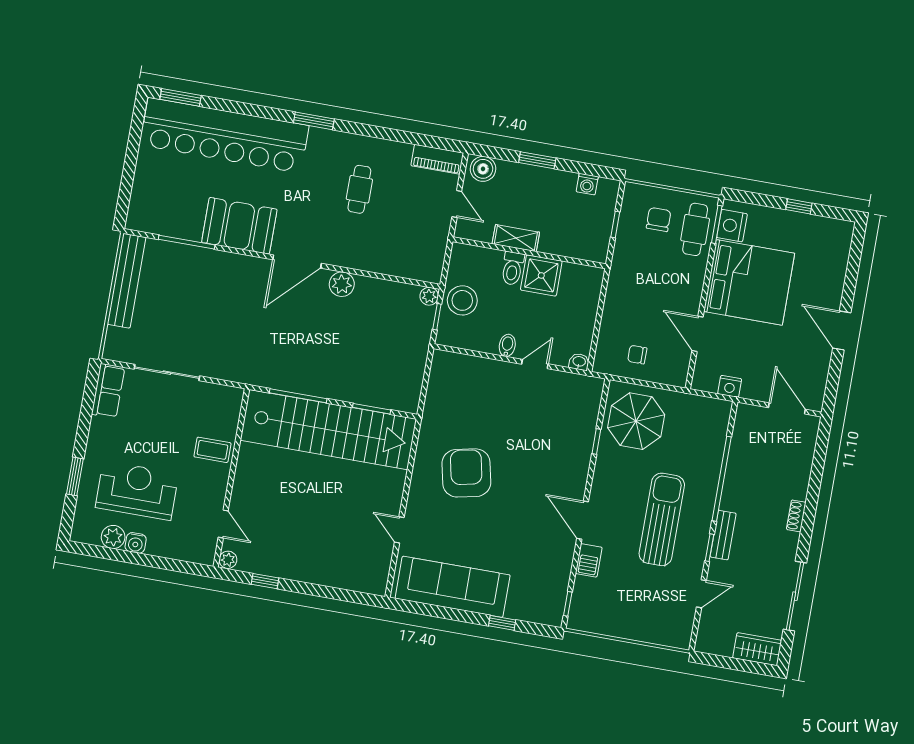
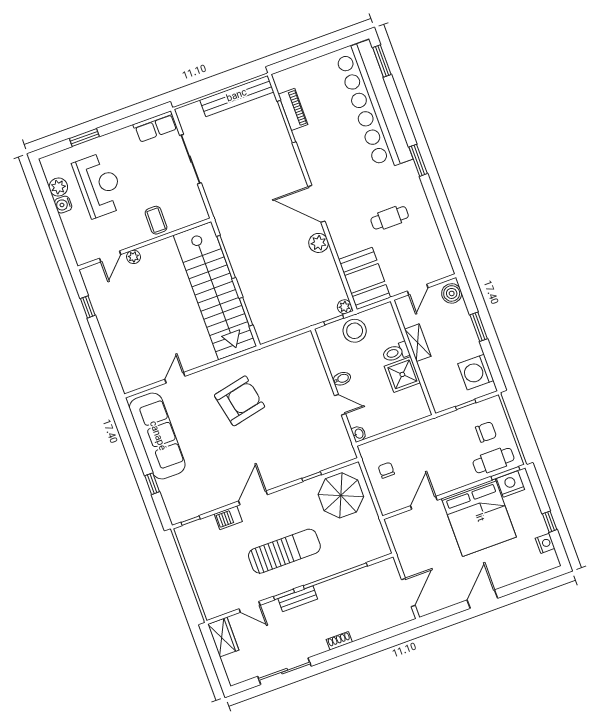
piano: (437, 159) -> (293, 109), moved, turned 180
washing machine: (587, 184) -> (476, 372), width x1.89, depth x1.89
booth: (239, 226) -> (364, 278), moved
nightstand: (730, 386) -> (545, 543), moved, turned 180
plant: (228, 560) -> (134, 257), moved
wardrobe: (757, 649) -> (223, 637), moved

